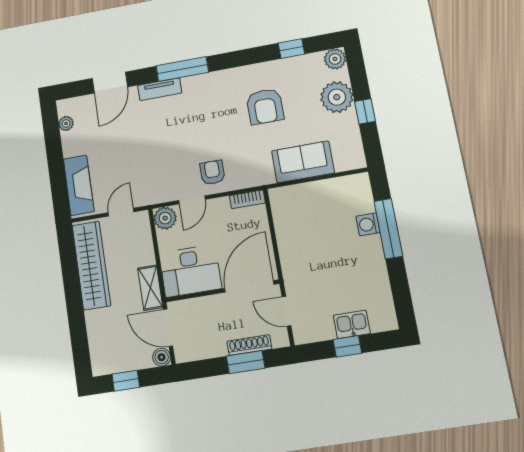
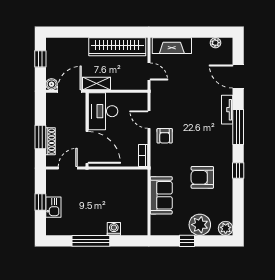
window: (291, 49) -> (238, 171), moved
armchair: (212, 172) -> (165, 136), turned 90
plant: (165, 218) -> (140, 100), removed
window: (388, 229) -> (91, 241), moved

